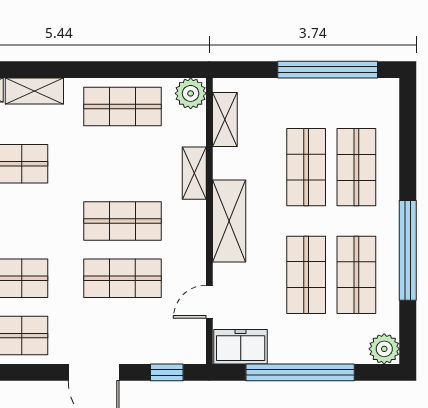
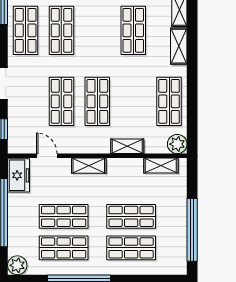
shelving: (229, 221) -> (89, 166), width x0.67, depth x0.75

